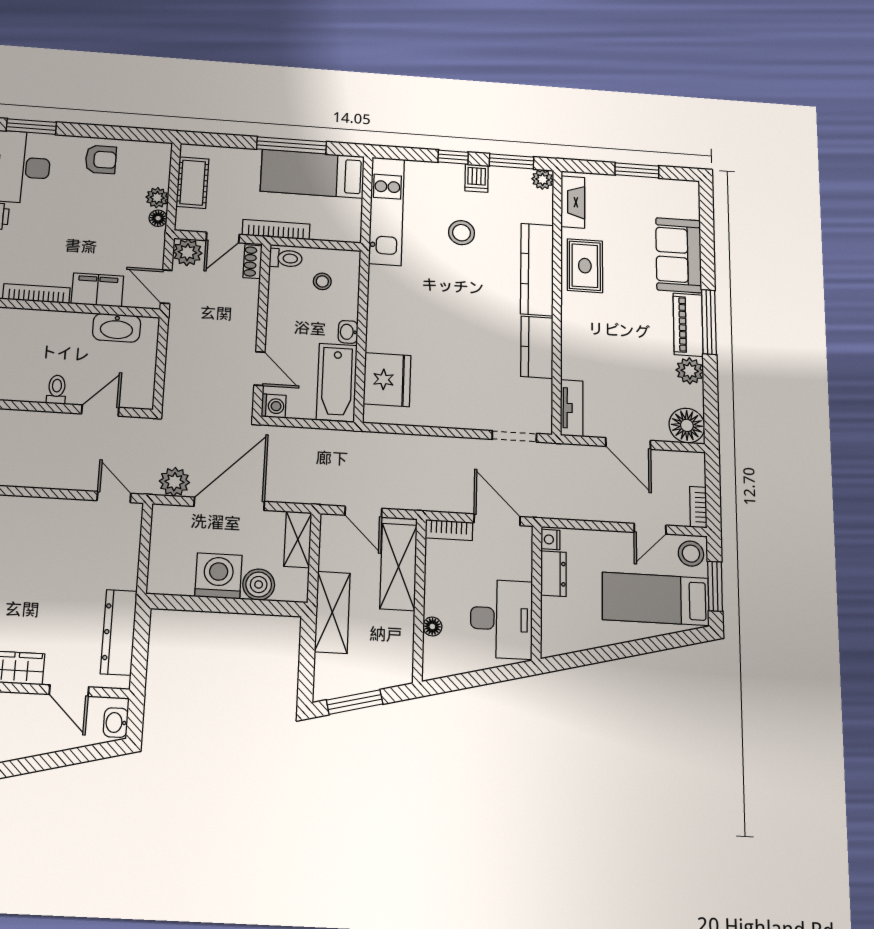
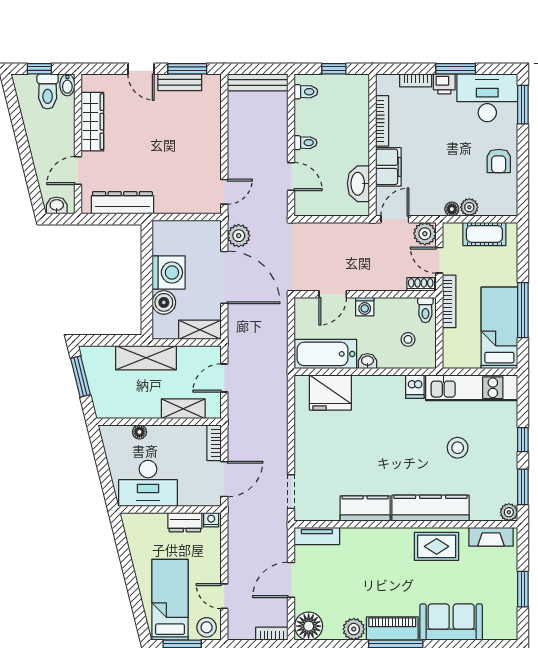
dishwasher: (477, 178) -> (415, 387), moved, turned -90
washing machine: (274, 406) -> (365, 307), moved
bookcase: (698, 507) -> (272, 634), moved
shelving: (398, 567) -> (183, 409), width x0.67, depth x0.75

